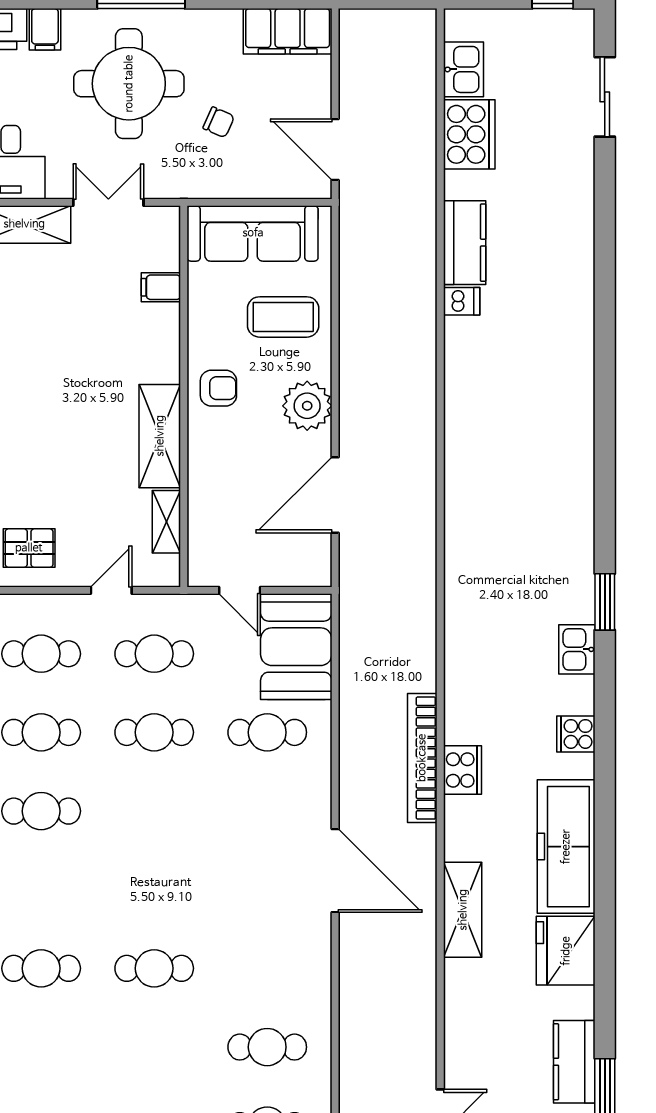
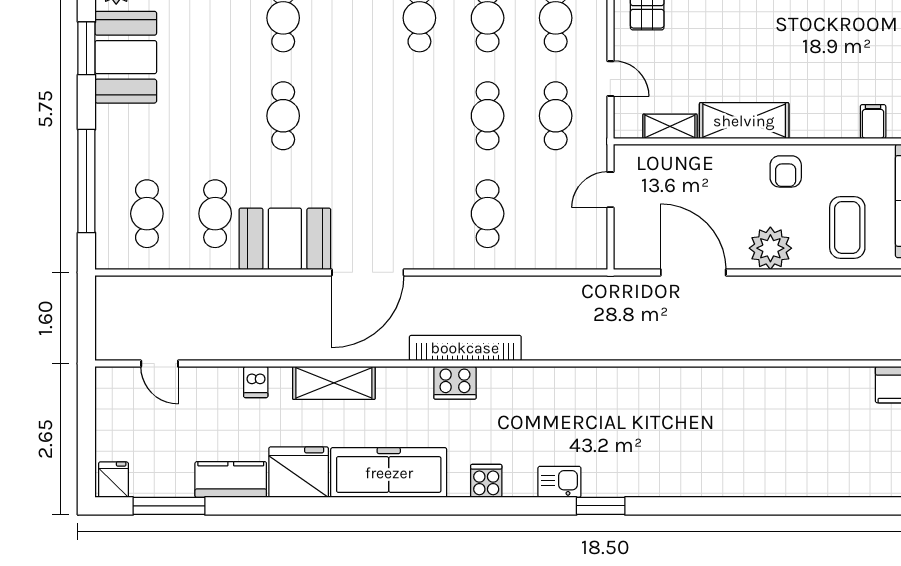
dishwasher: (462, 301) -> (256, 382), moved
booth: (296, 647) -> (285, 239), moved
kitchen counter: (574, 1062) -> (231, 479), moved

